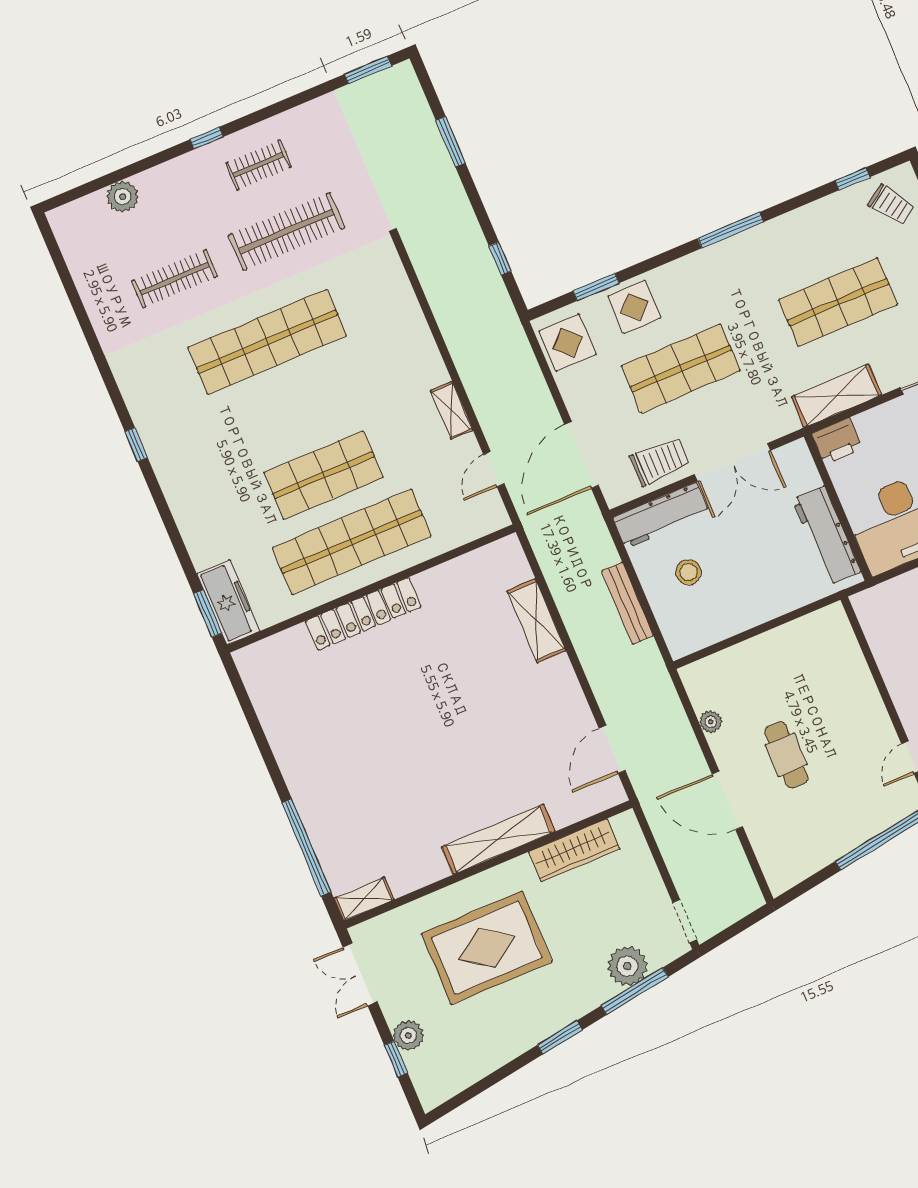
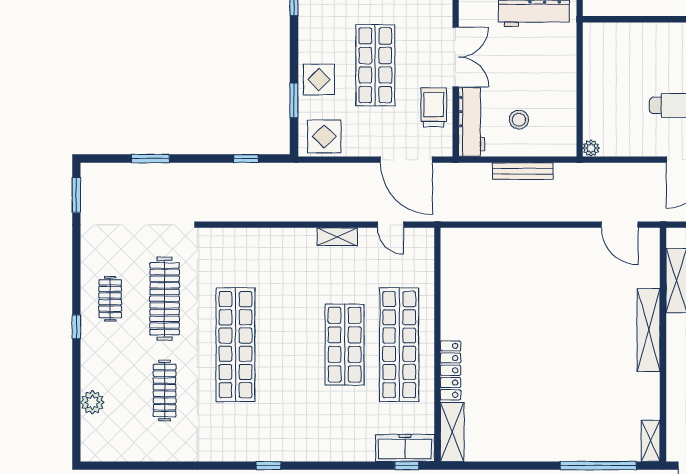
window: (208, 613) -> (407, 466), width x0.67
locker: (363, 614) -> (451, 370), width x0.71, depth x0.83
shelving: (536, 621) -> (452, 432), moved, turned 90
plant: (711, 722) -> (591, 148), moved

